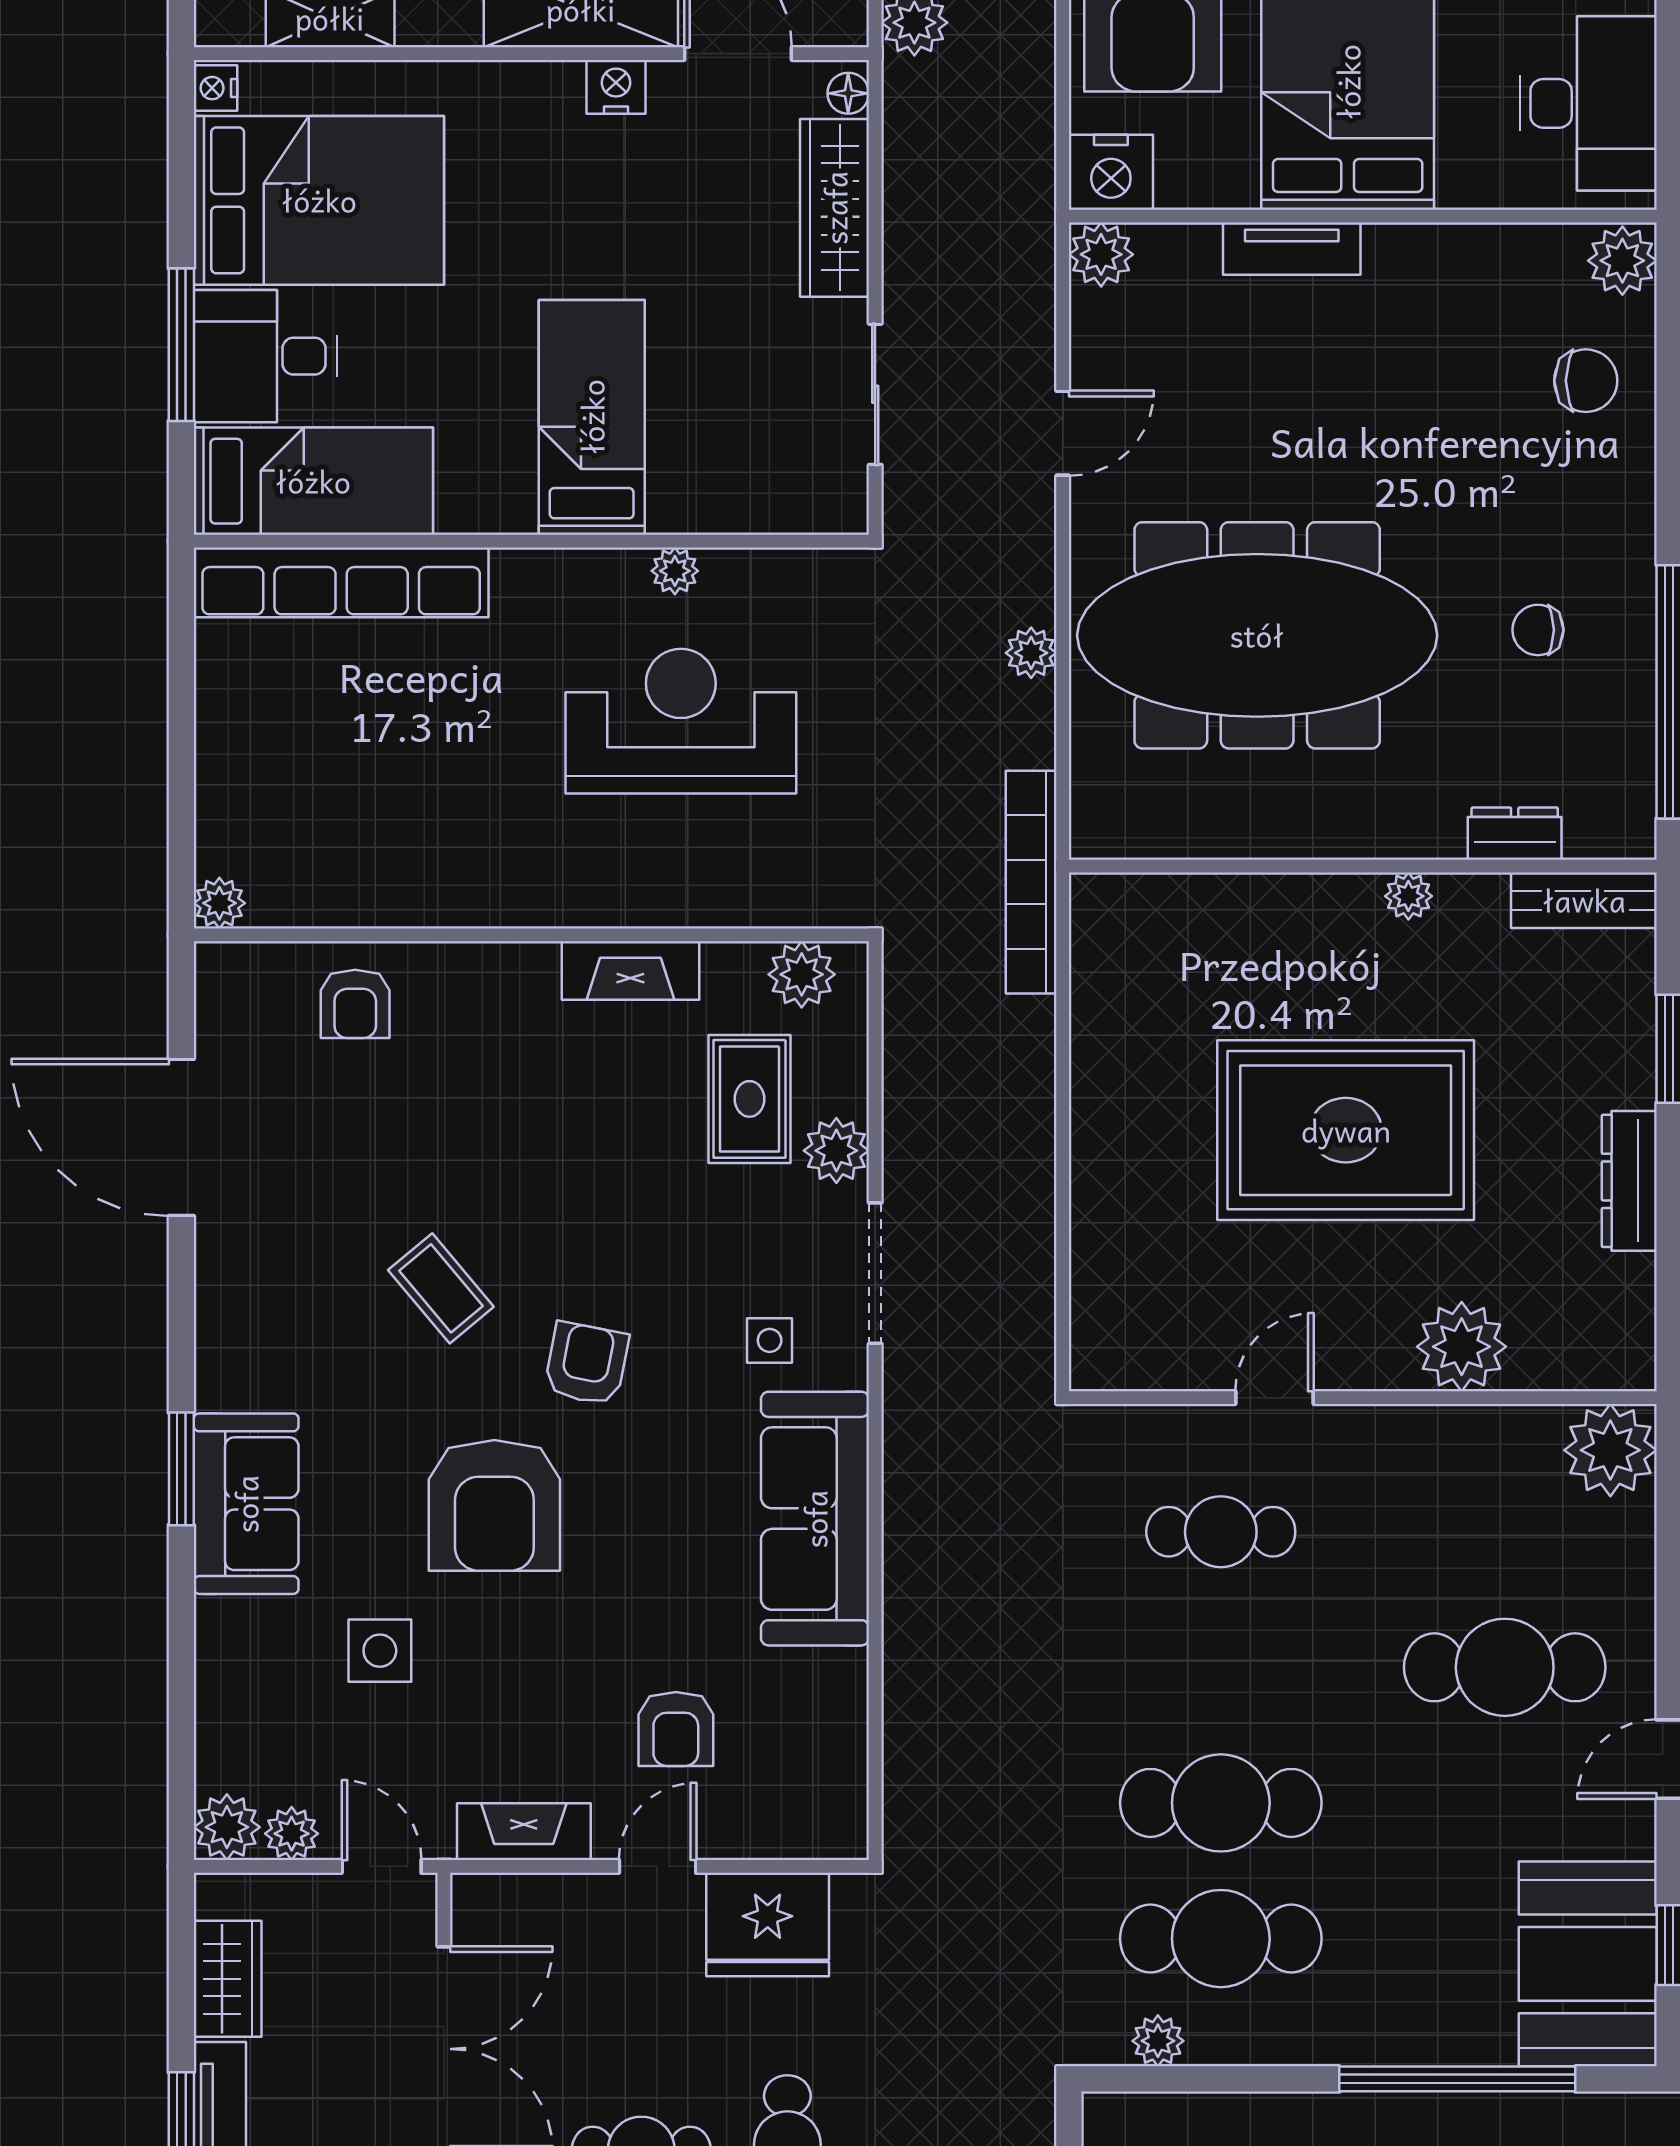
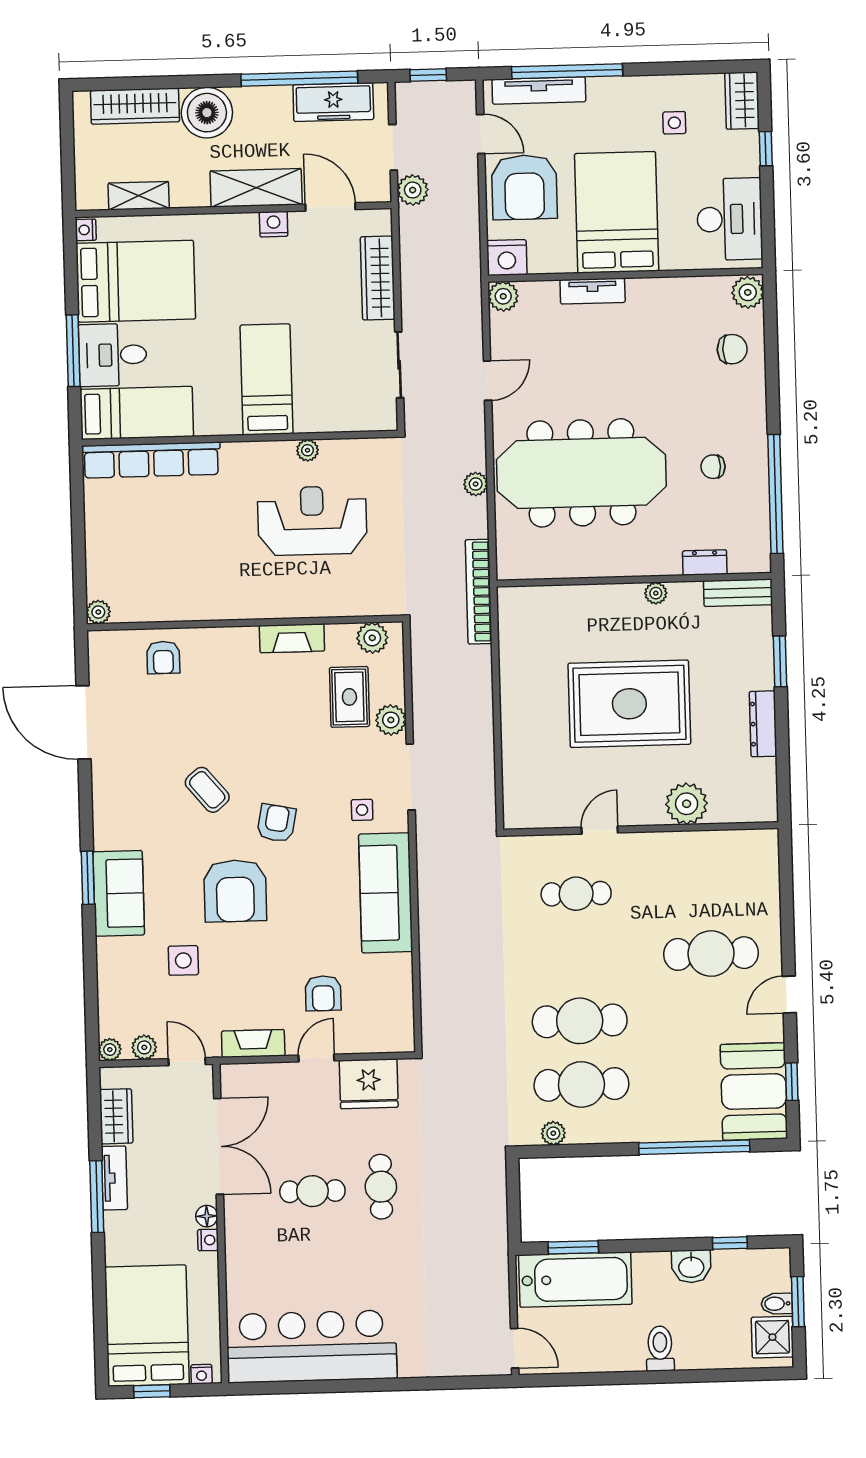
floor lamp: (848, 93) -> (383, 224), removed
plant: (1610, 1450) -> (758, 850), removed
plant: (227, 1827) -> (110, 1050), width x0.73, depth x0.73

